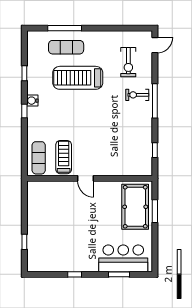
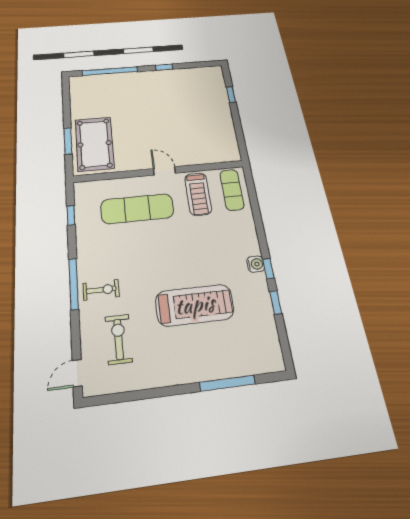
exercise mat: (66, 47) -> (137, 209), moved, width x1.36, depth x1.45
window: (24, 111) -> (268, 269), moved
bar counter: (123, 258) -> (106, 87), removed
window: (119, 274) -> (110, 71), width x2.11

